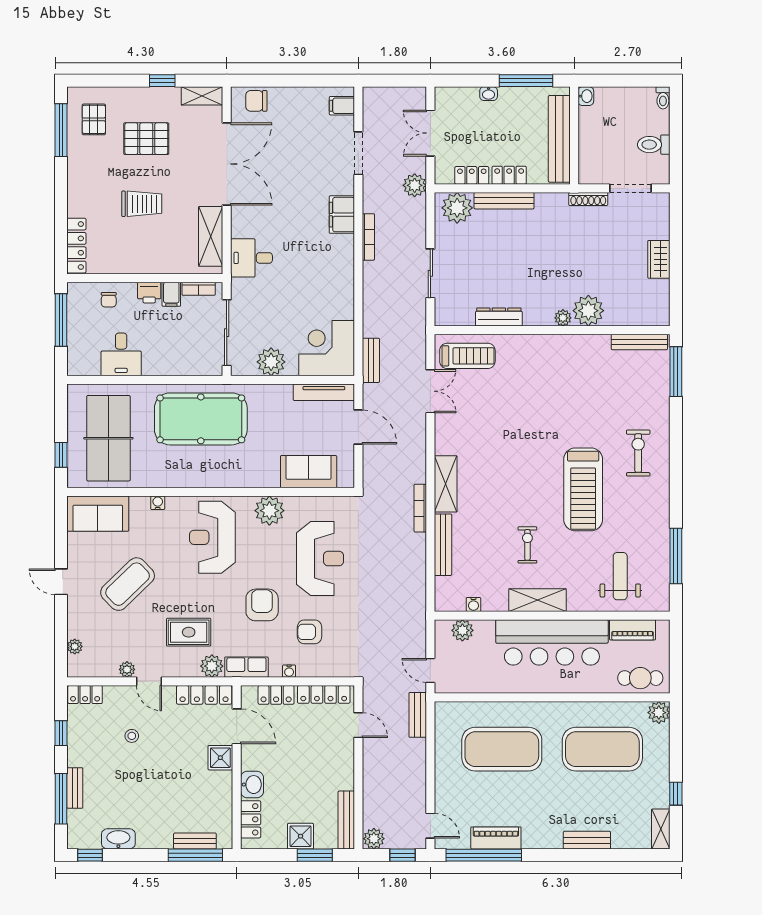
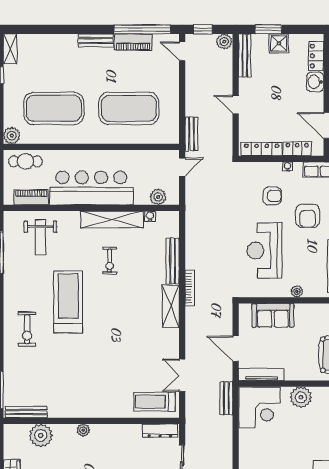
plant: (588, 311) -> (41, 435), moved
dresser: (499, 317) -> (160, 431), moved
plant: (269, 511) -> (297, 291), width x0.53, depth x0.53
shelving: (537, 600) -> (112, 219), width x1.47
door: (430, 670) -> (182, 167), hinge flipped
door: (358, 725) -> (236, 105), moved
bench: (587, 840) -> (96, 40), moved

